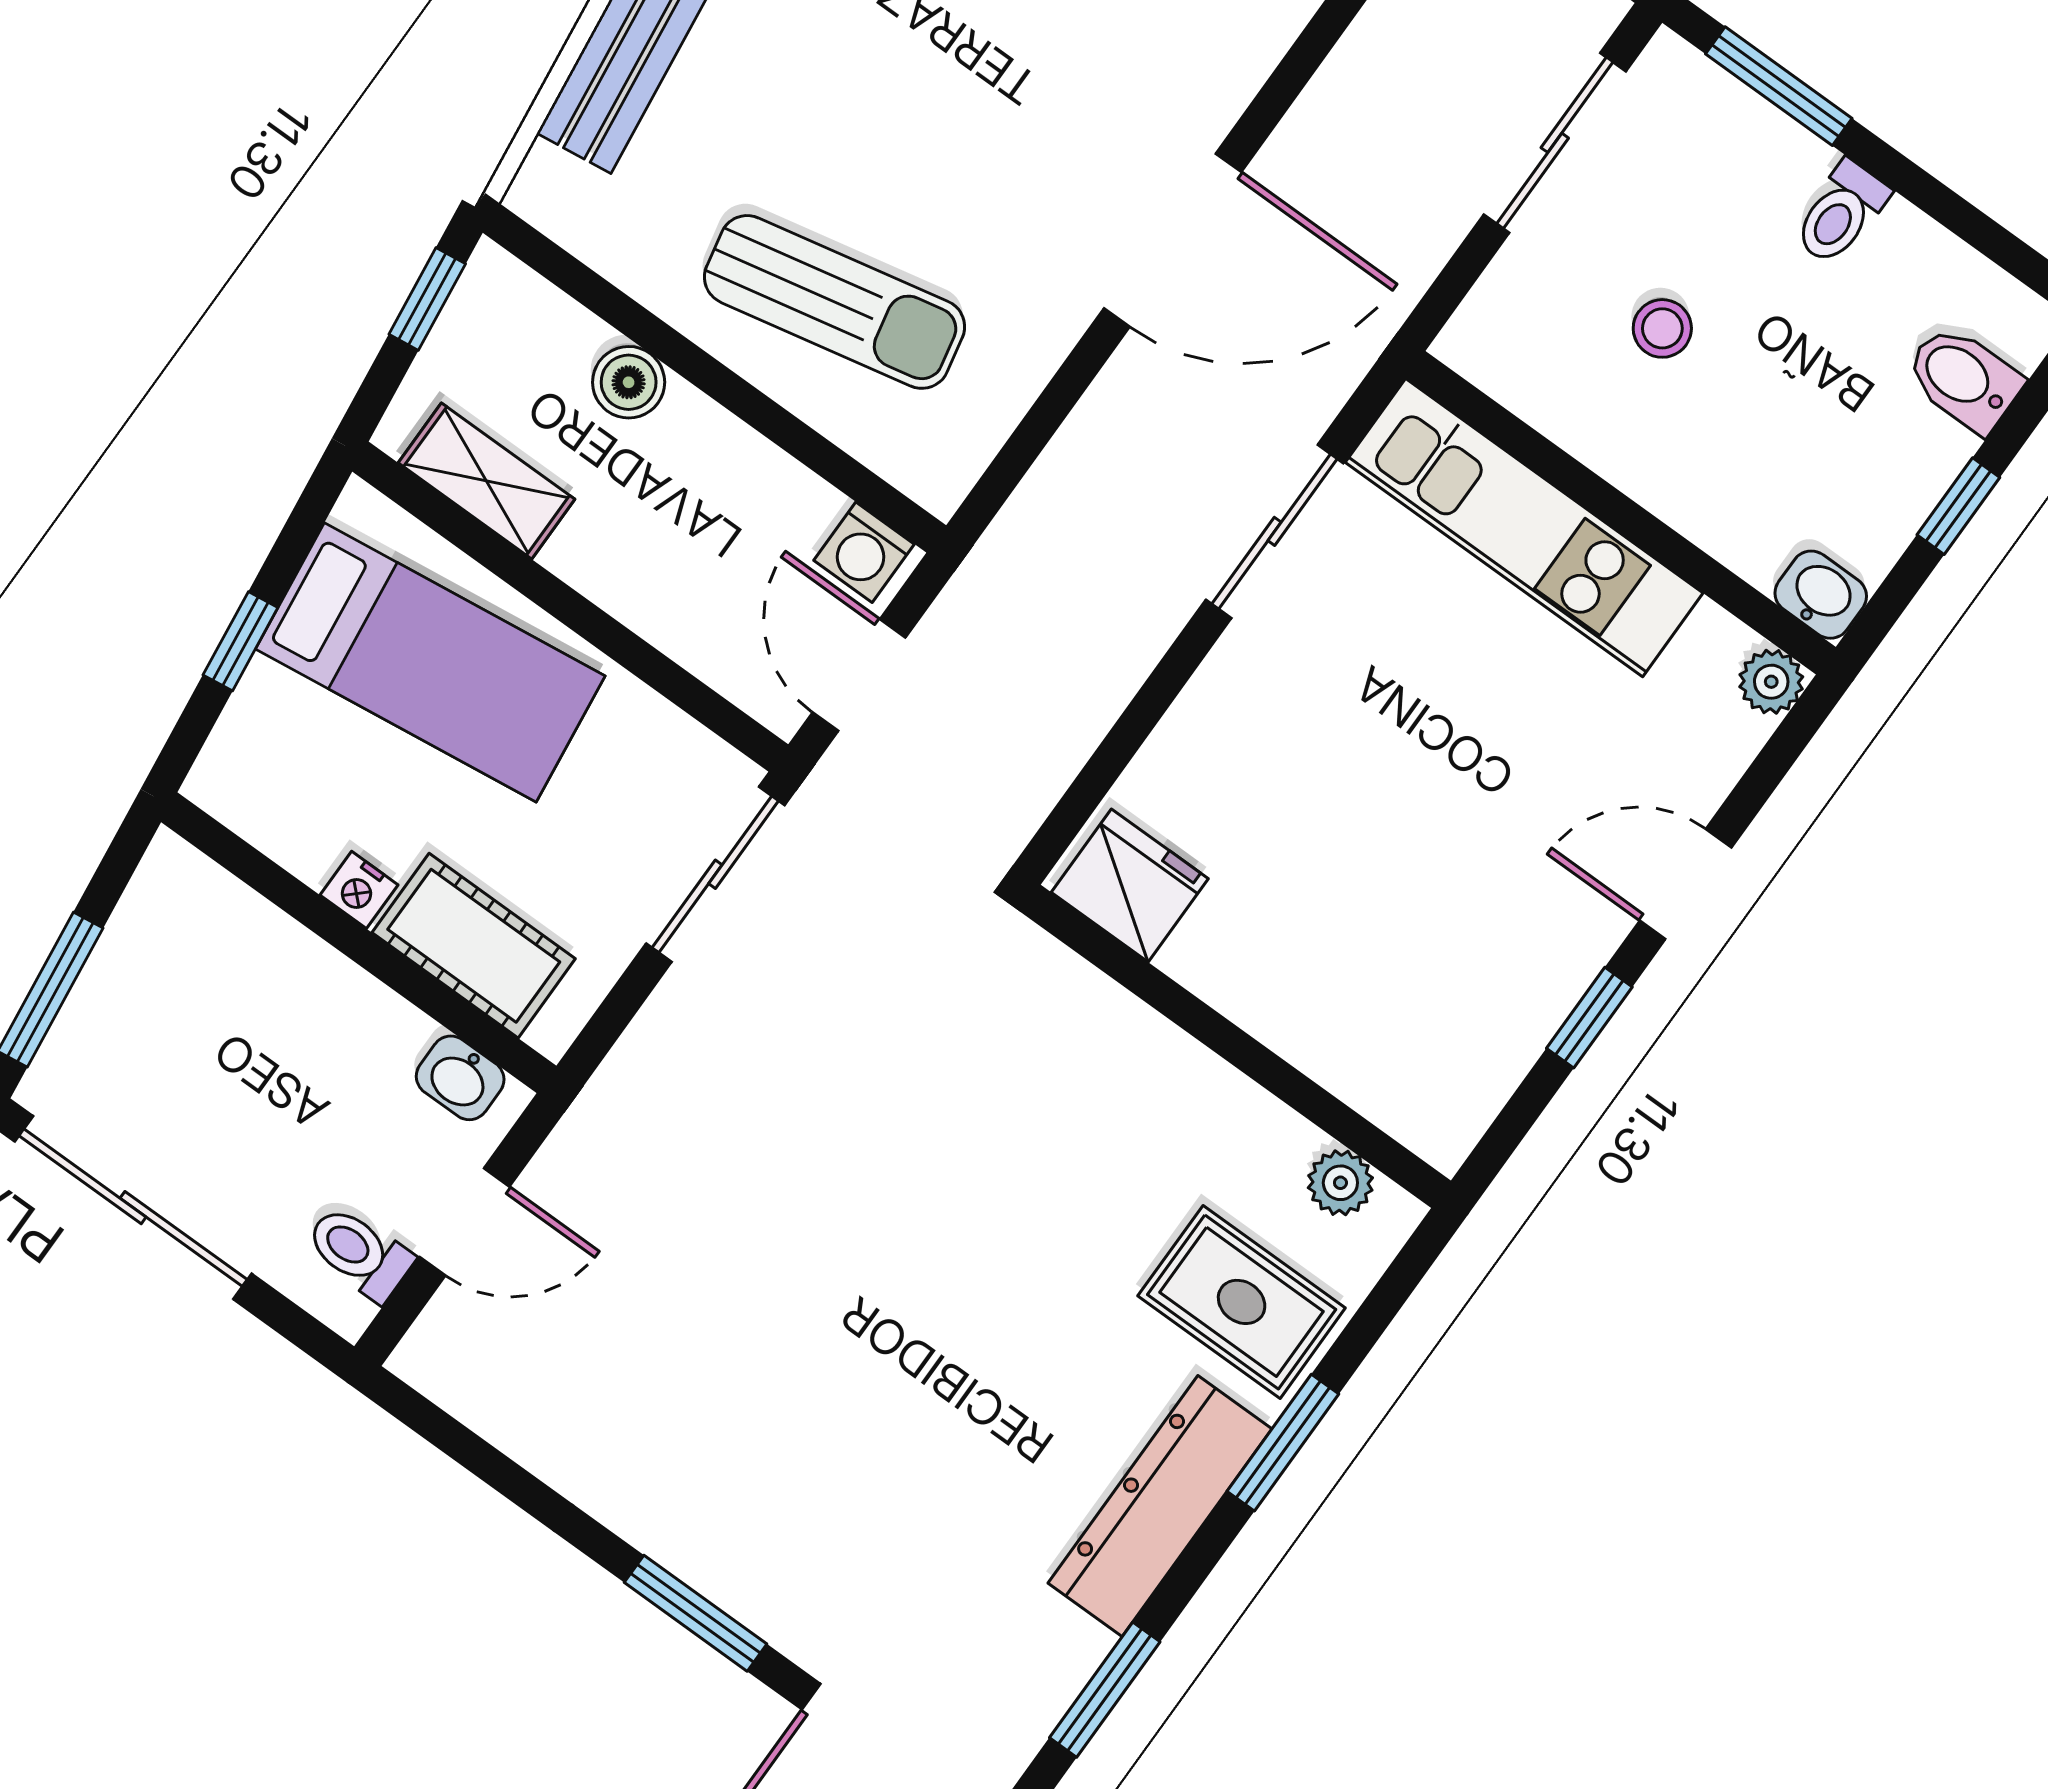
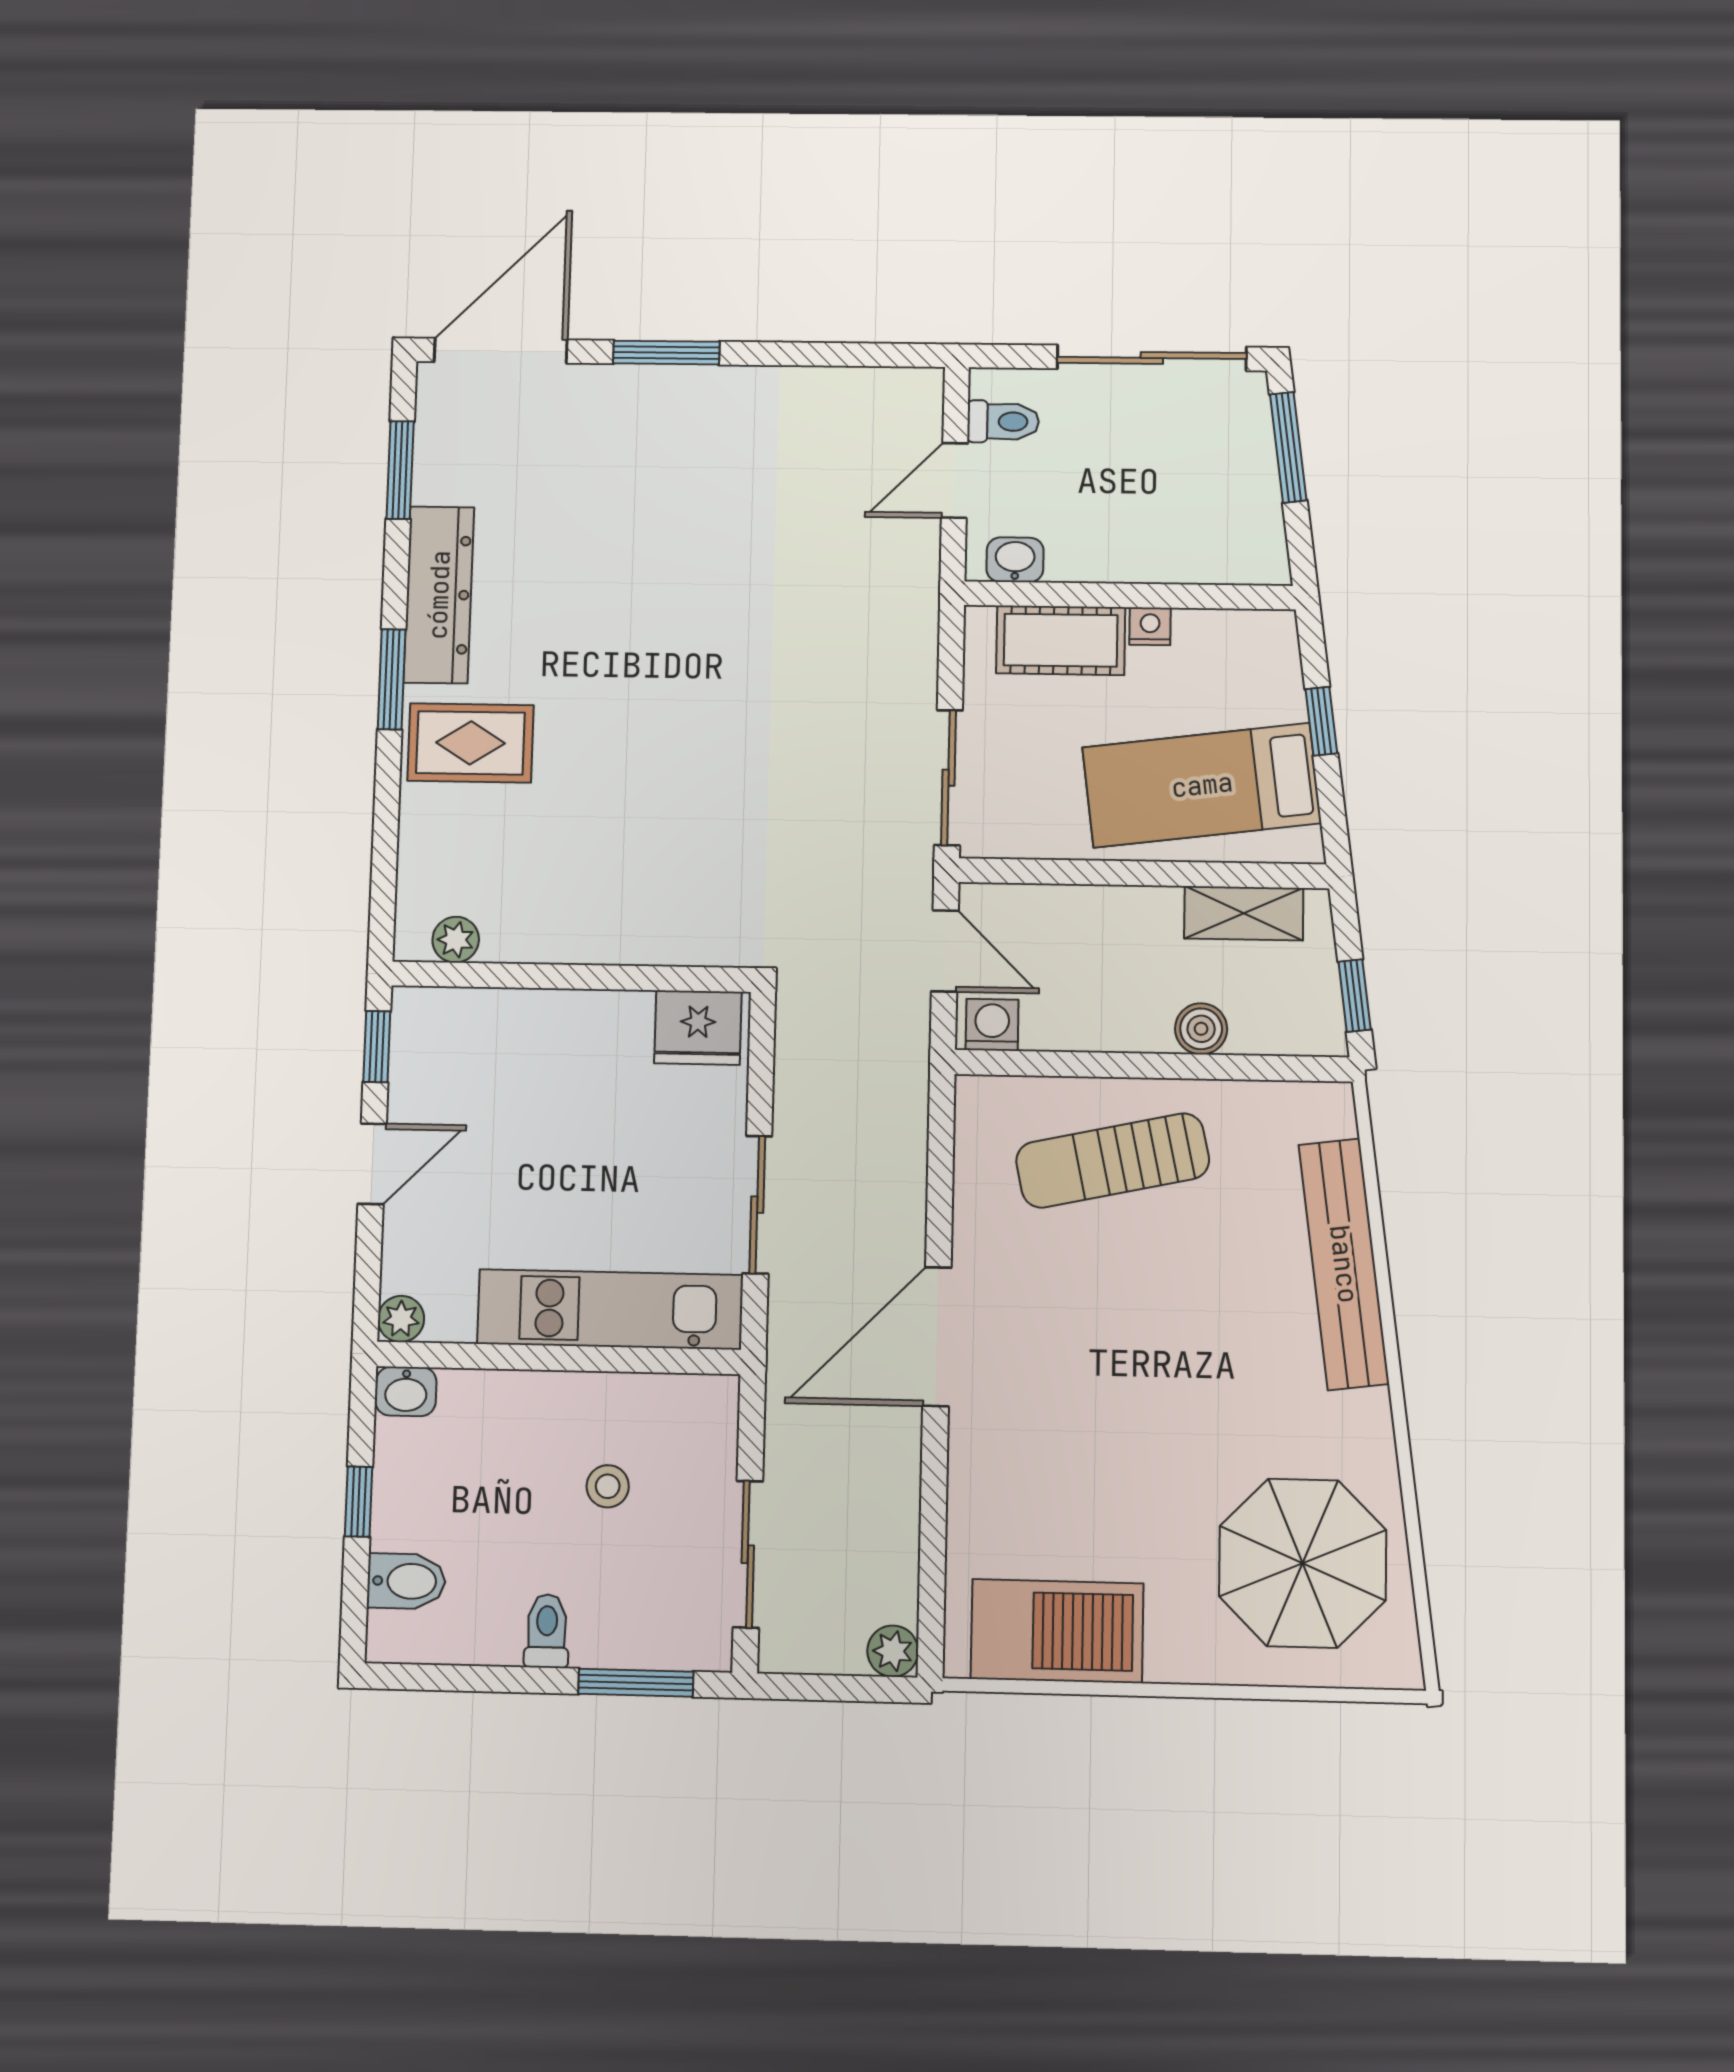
fridge: (1130, 885) -> (698, 1028), moved
wall: (1236, 1046) -> (571, 977), moved
plant: (1340, 1183) -> (456, 940), moved

